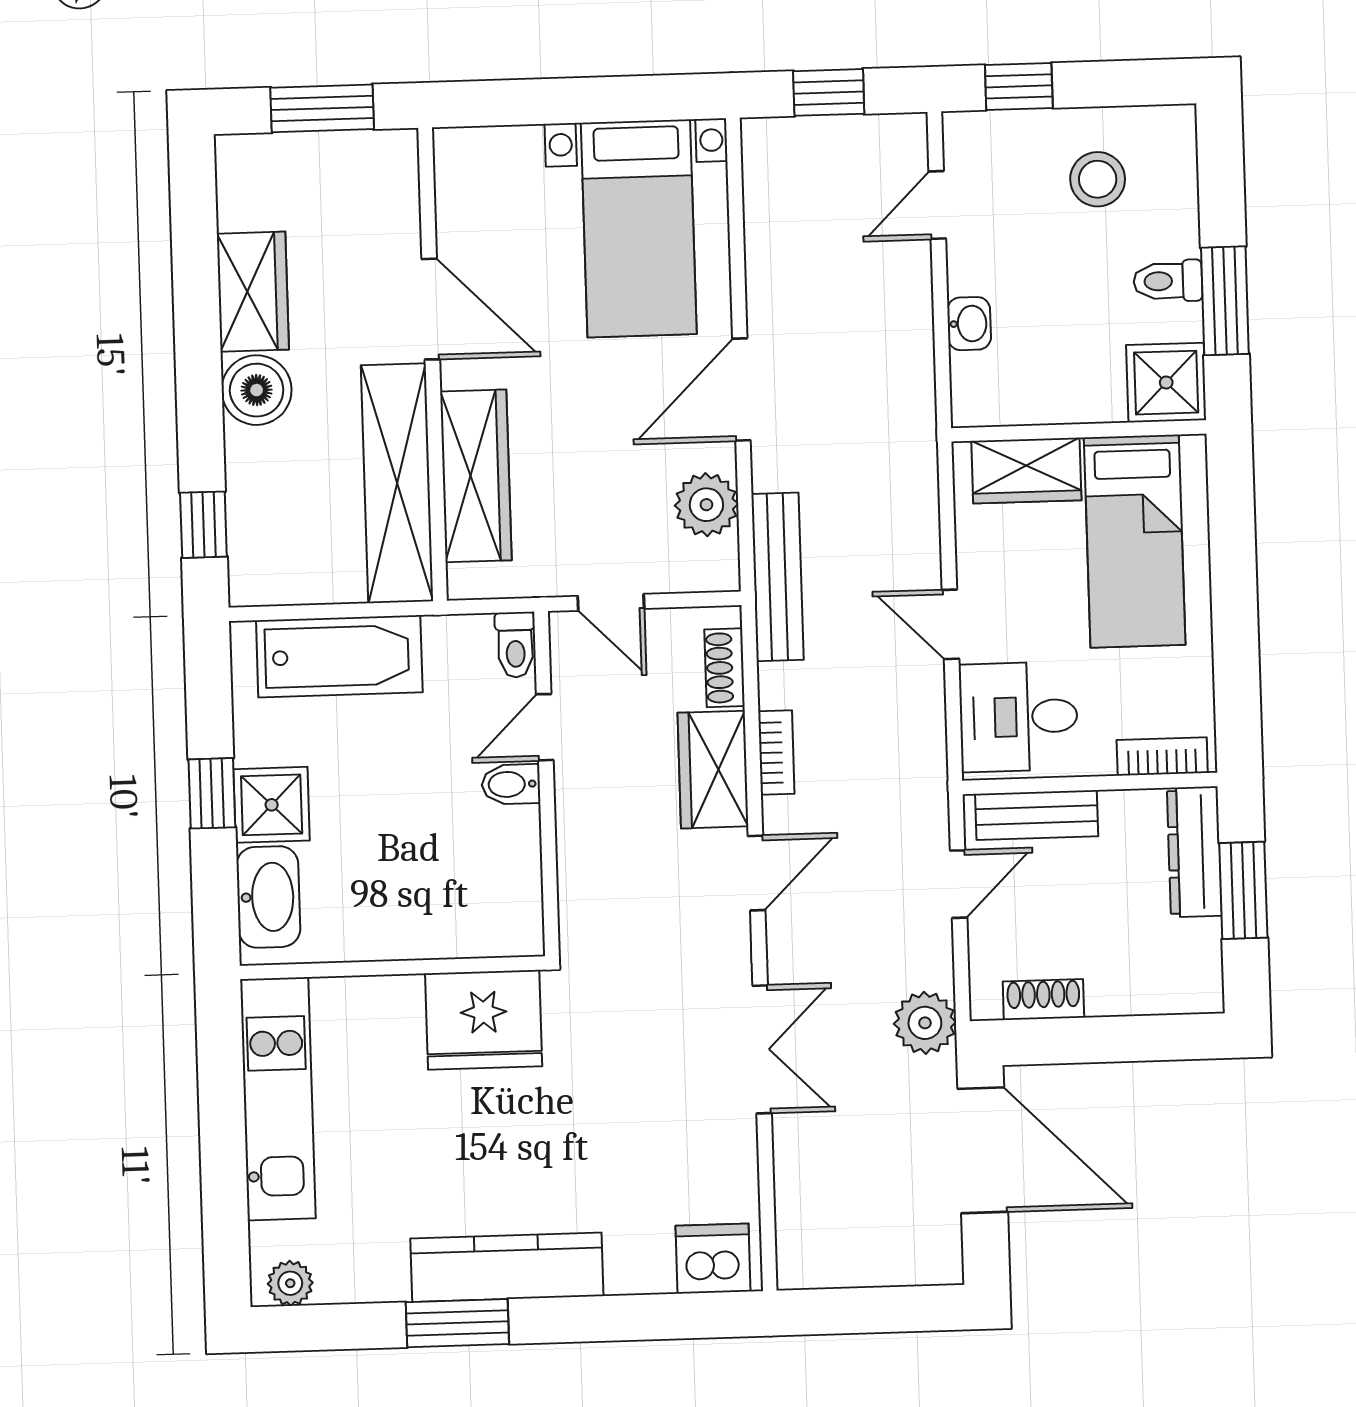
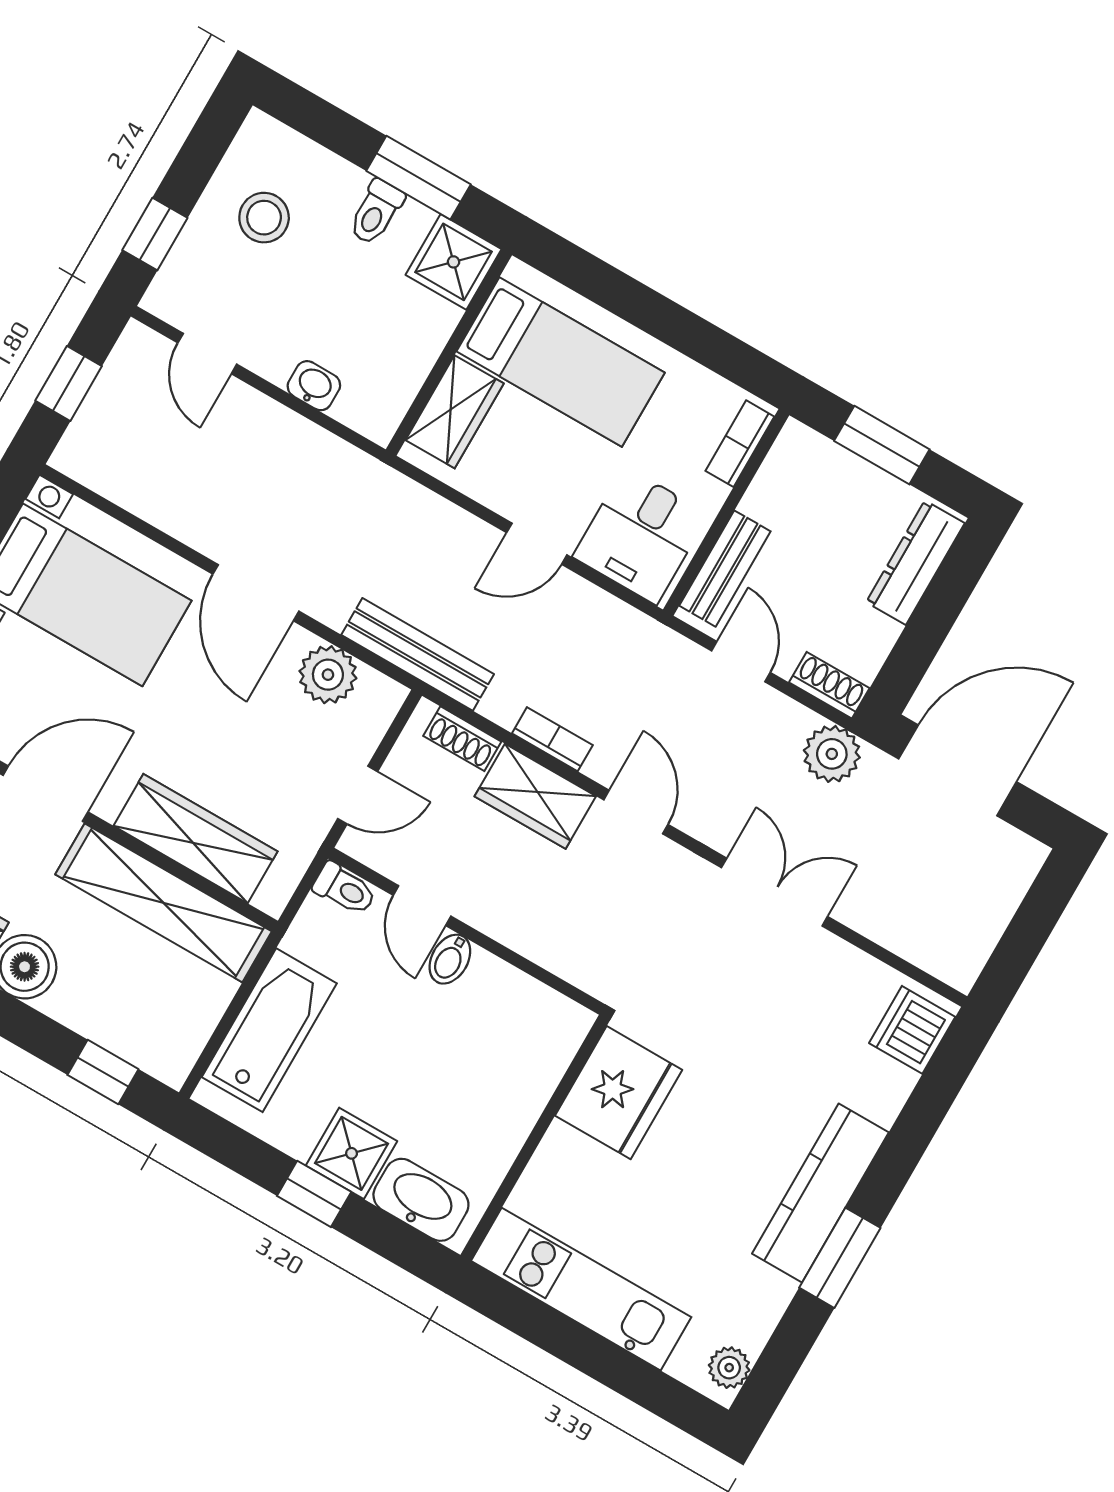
dresser: (1194, 852) -> (915, 563), moved, turned 90
shoe rack: (1043, 1000) -> (829, 685), moved, turned 90

